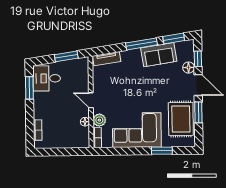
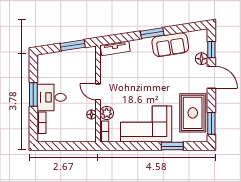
window: (174, 39) -> (186, 28), removed
window: (142, 44) -> (152, 33), width x0.69
desk: (47, 78) -> (52, 97), moved
window: (29, 88) -> (33, 95), moved
window: (198, 112) -> (211, 123), moved

